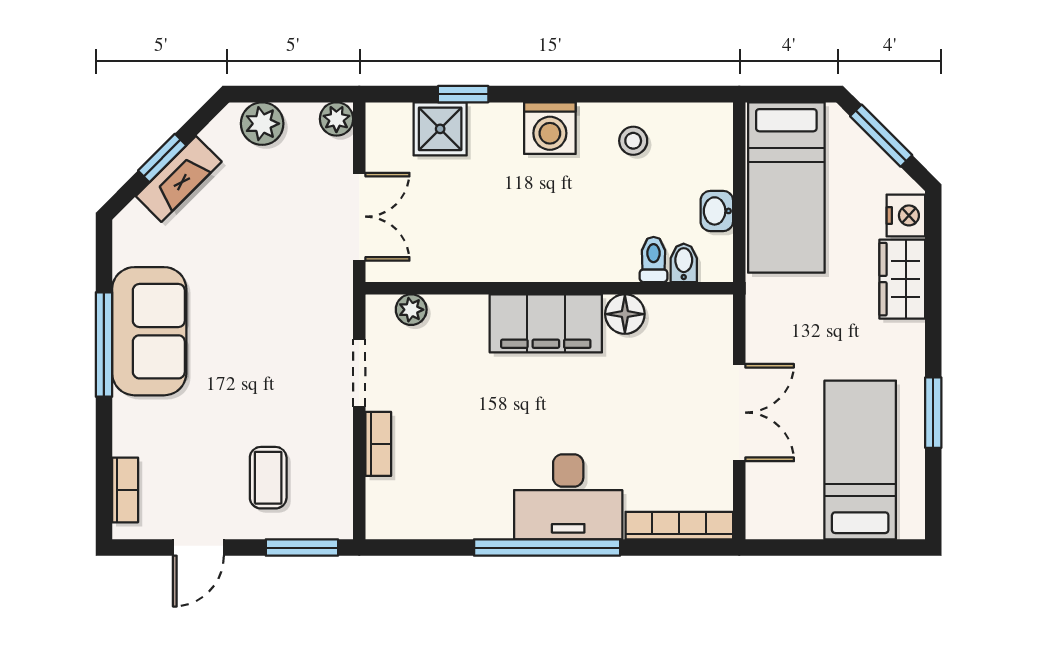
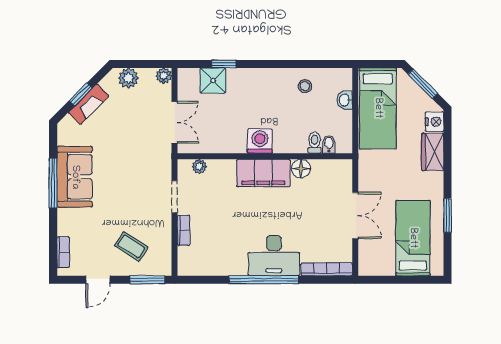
washing machine: (550, 128) -> (260, 141), moved, turned 180
washbasin: (717, 211) -> (345, 100), moved
coffee table: (268, 478) -> (131, 246), turned -57

